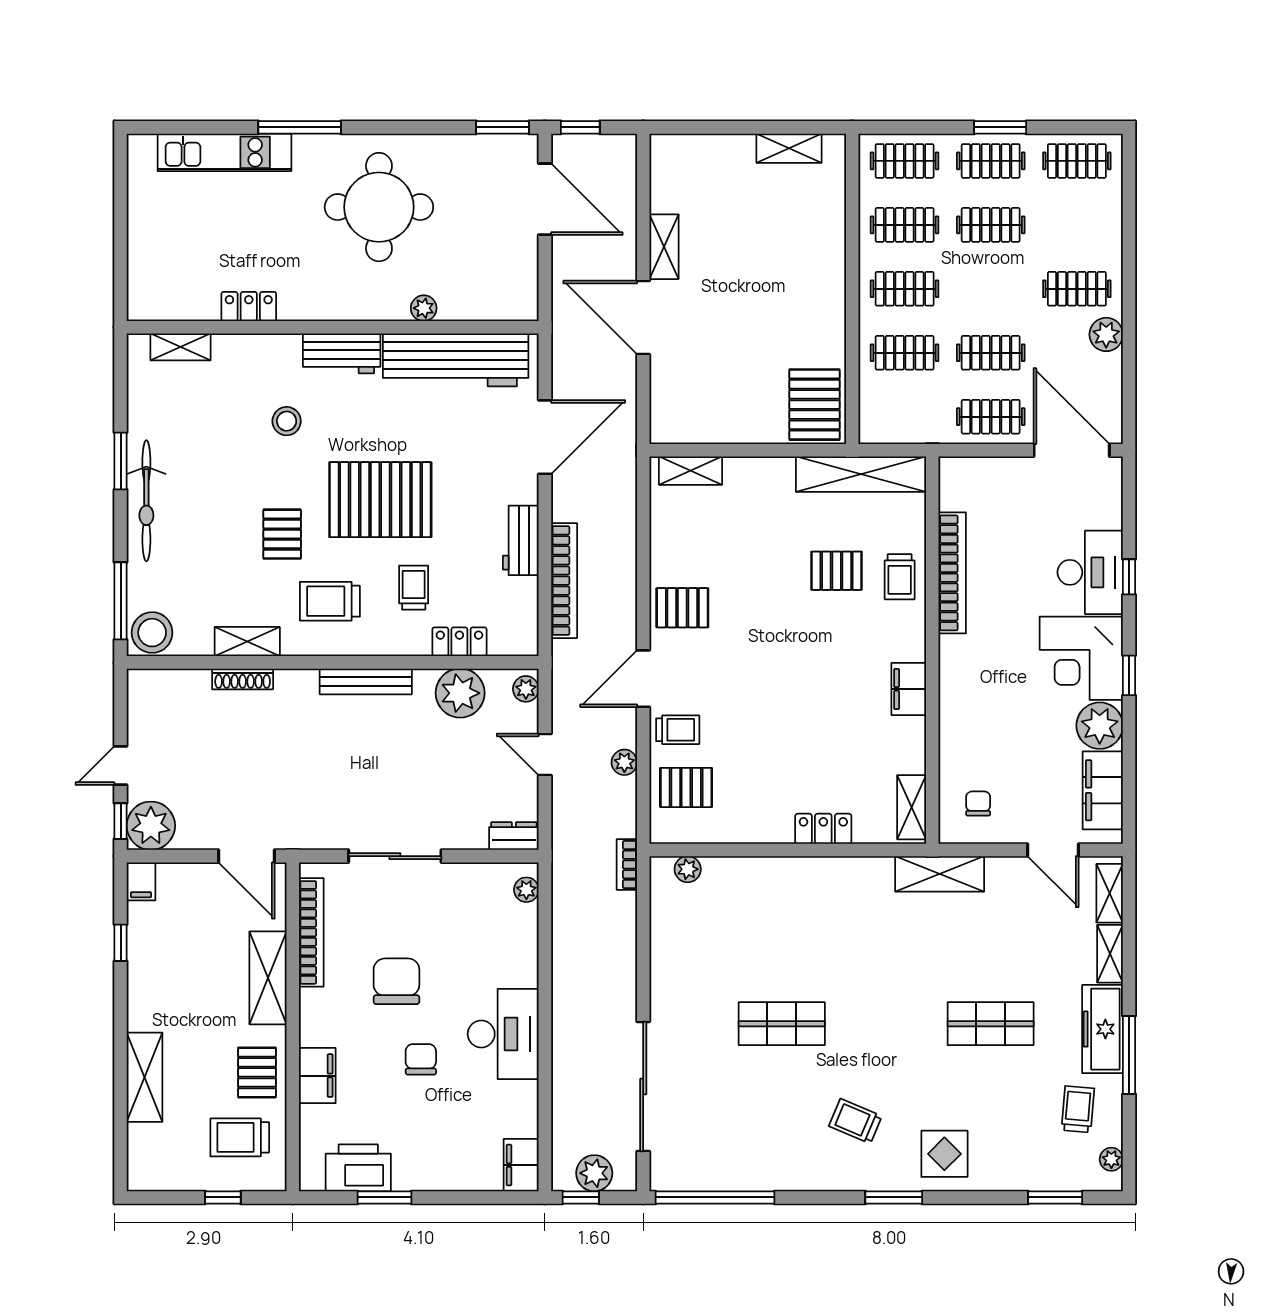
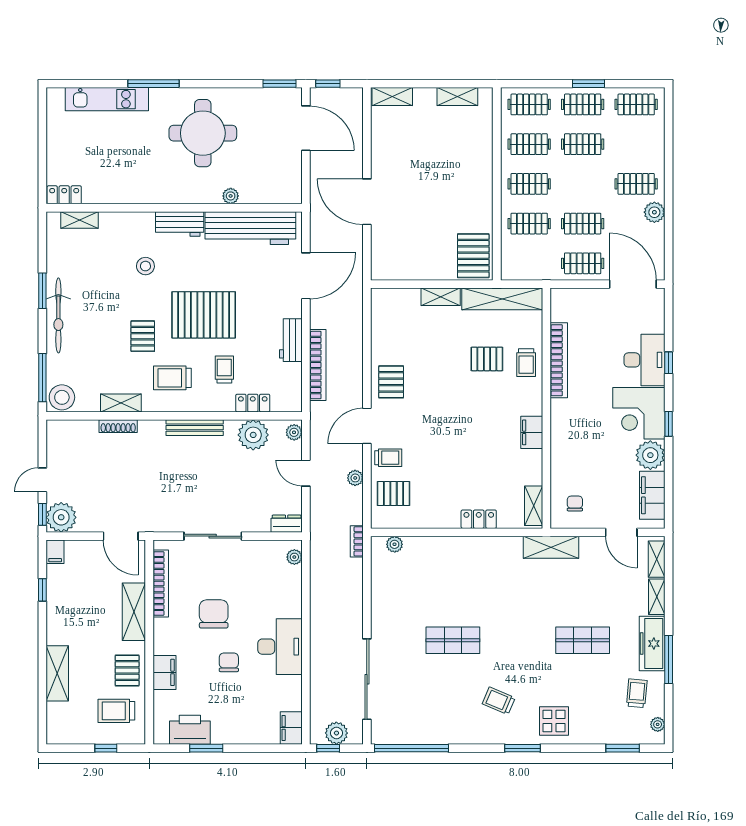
shelving: (664, 247) -> (392, 96), moved, turned 90
locker: (249, 306) -> (64, 195), moved
shelving: (691, 471) -> (441, 297), moved
pallet: (682, 608) -> (391, 382), turned 90

